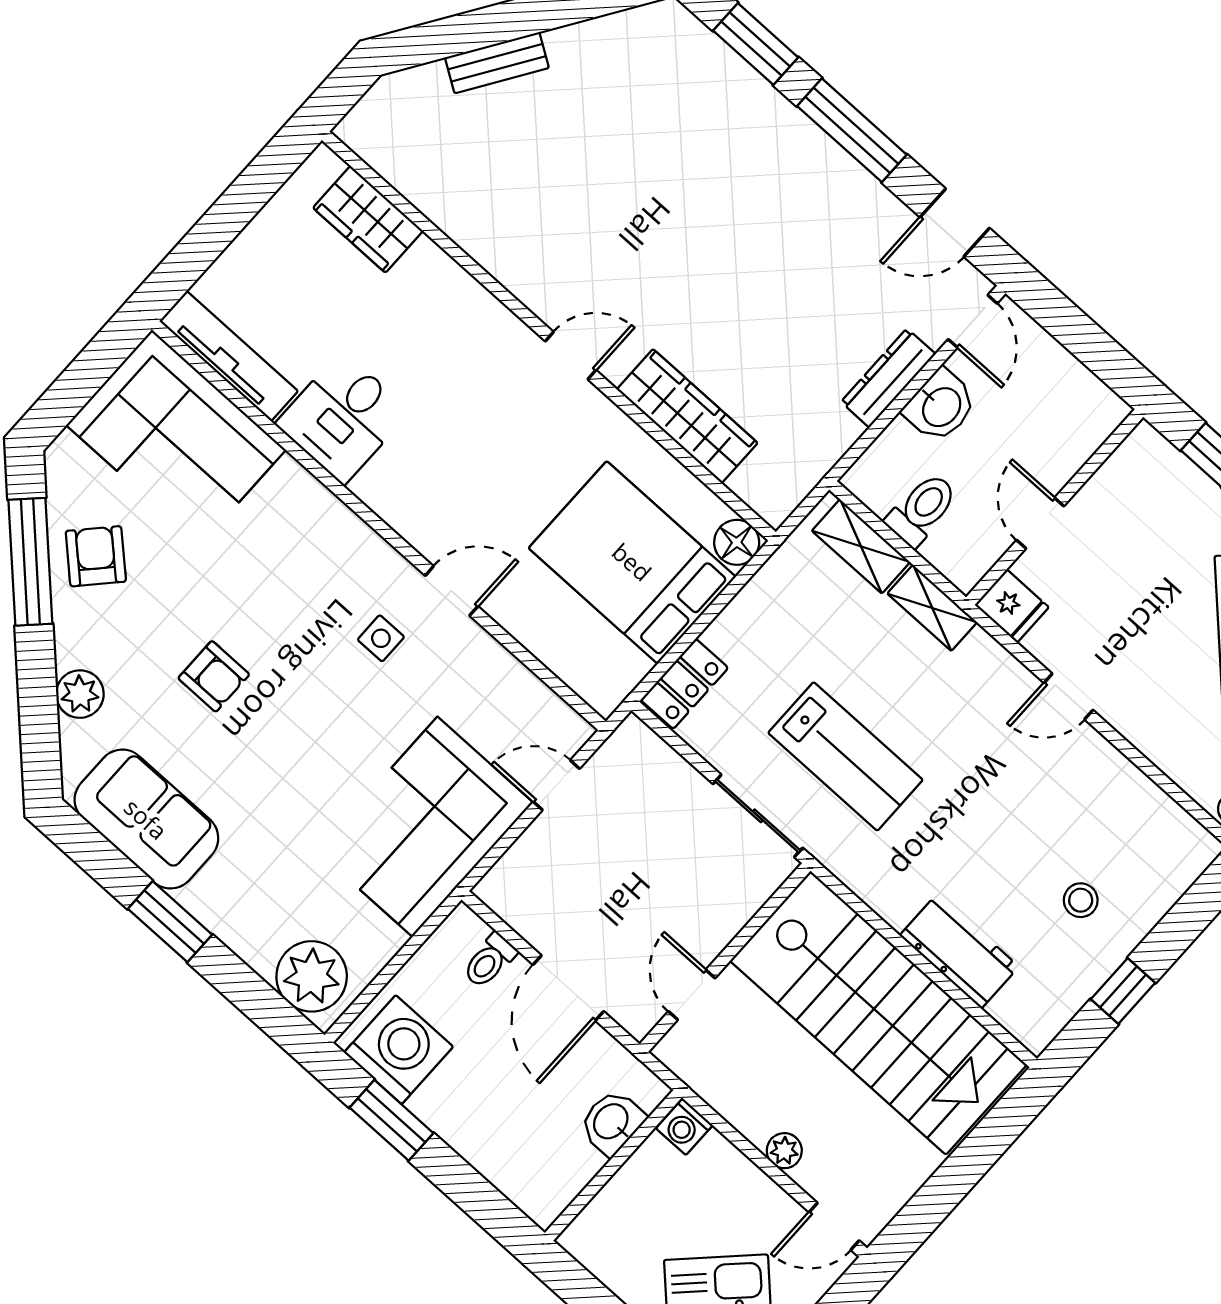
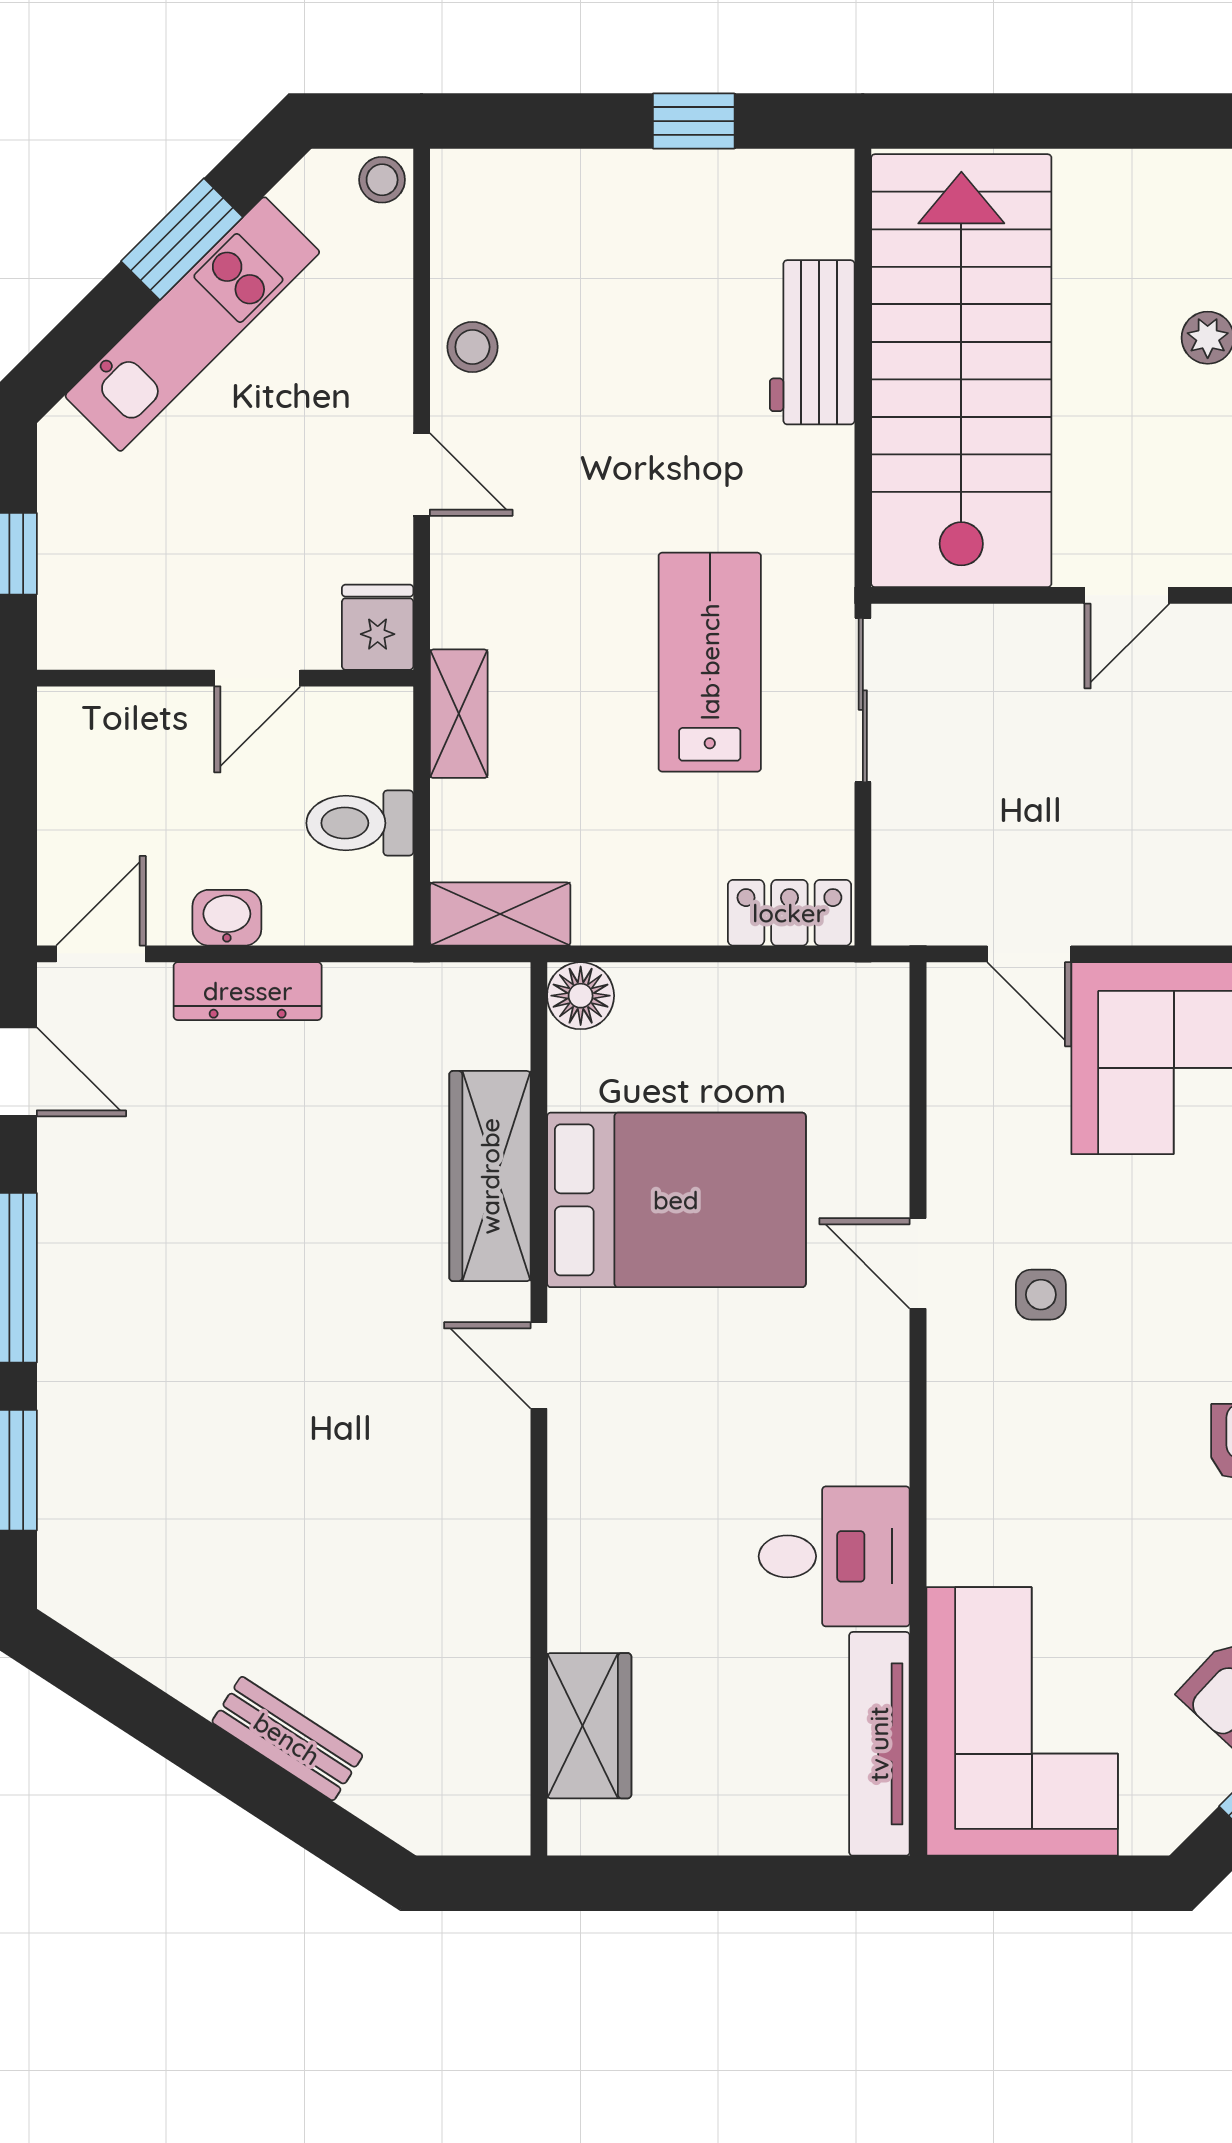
washbasin: (940, 406) -> (227, 918), width x0.72, depth x0.69
shelving: (861, 546) -> (500, 914), moved, turned 90
bed: (632, 562) -> (676, 1200), moved, turned -90
stool: (1081, 900) -> (472, 347), moved

